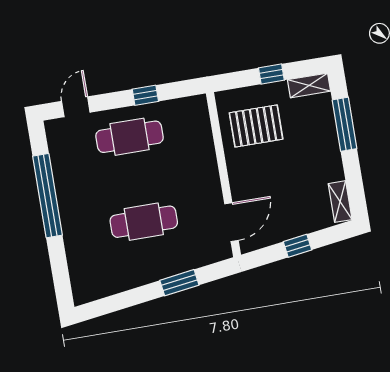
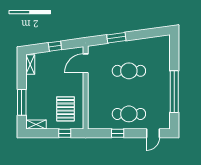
window: (271, 74) -> (65, 133), moved
pallet: (256, 126) -> (65, 109), turned 90

